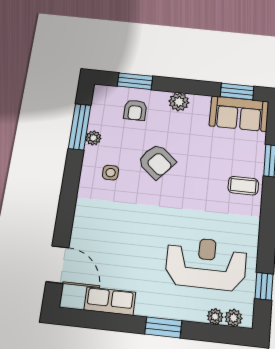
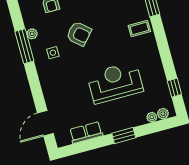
window: (80, 127) -> (24, 46), moved
reception desk: (206, 263) -> (115, 83), moved
door: (57, 265) -> (45, 123), swing flipped

